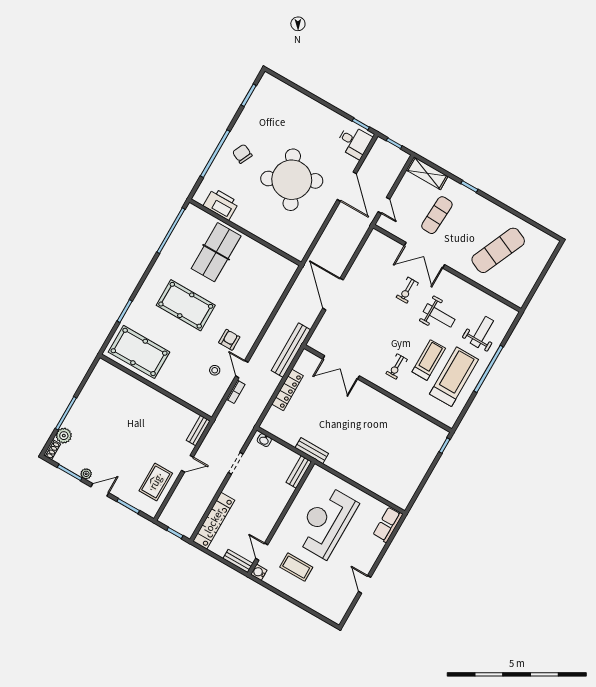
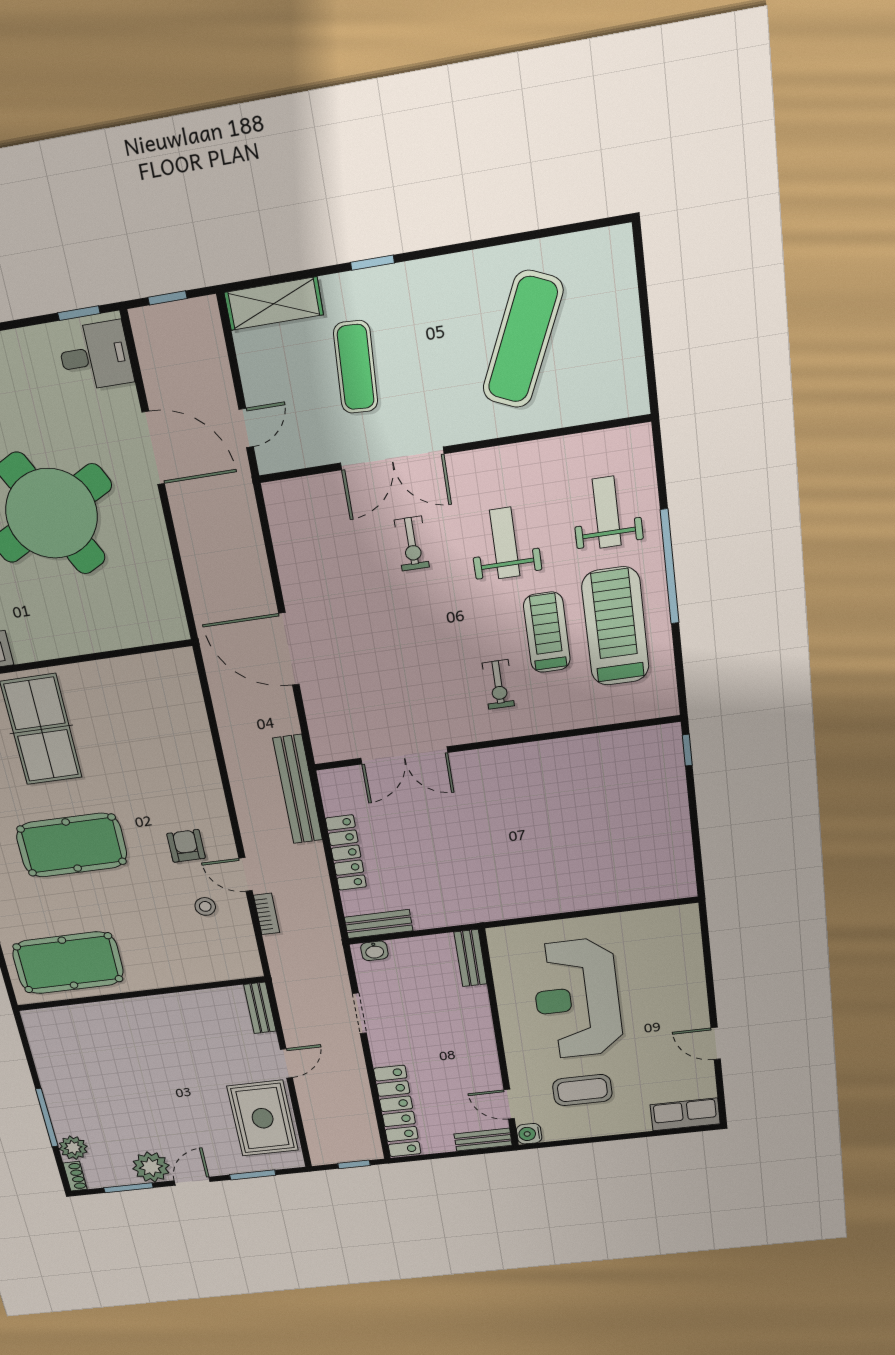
door: (384, 205) -> (246, 428), hinge flipped
weight bench: (439, 315) -> (505, 543), turned -90
bench: (312, 451) -> (379, 924), moved
plant: (86, 474) -> (151, 1167), width x1.88, depth x1.88
rug: (156, 482) -> (263, 1118), width x1.36, depth x1.43
row of seats: (388, 525) -> (685, 1114), moved, turned 90

